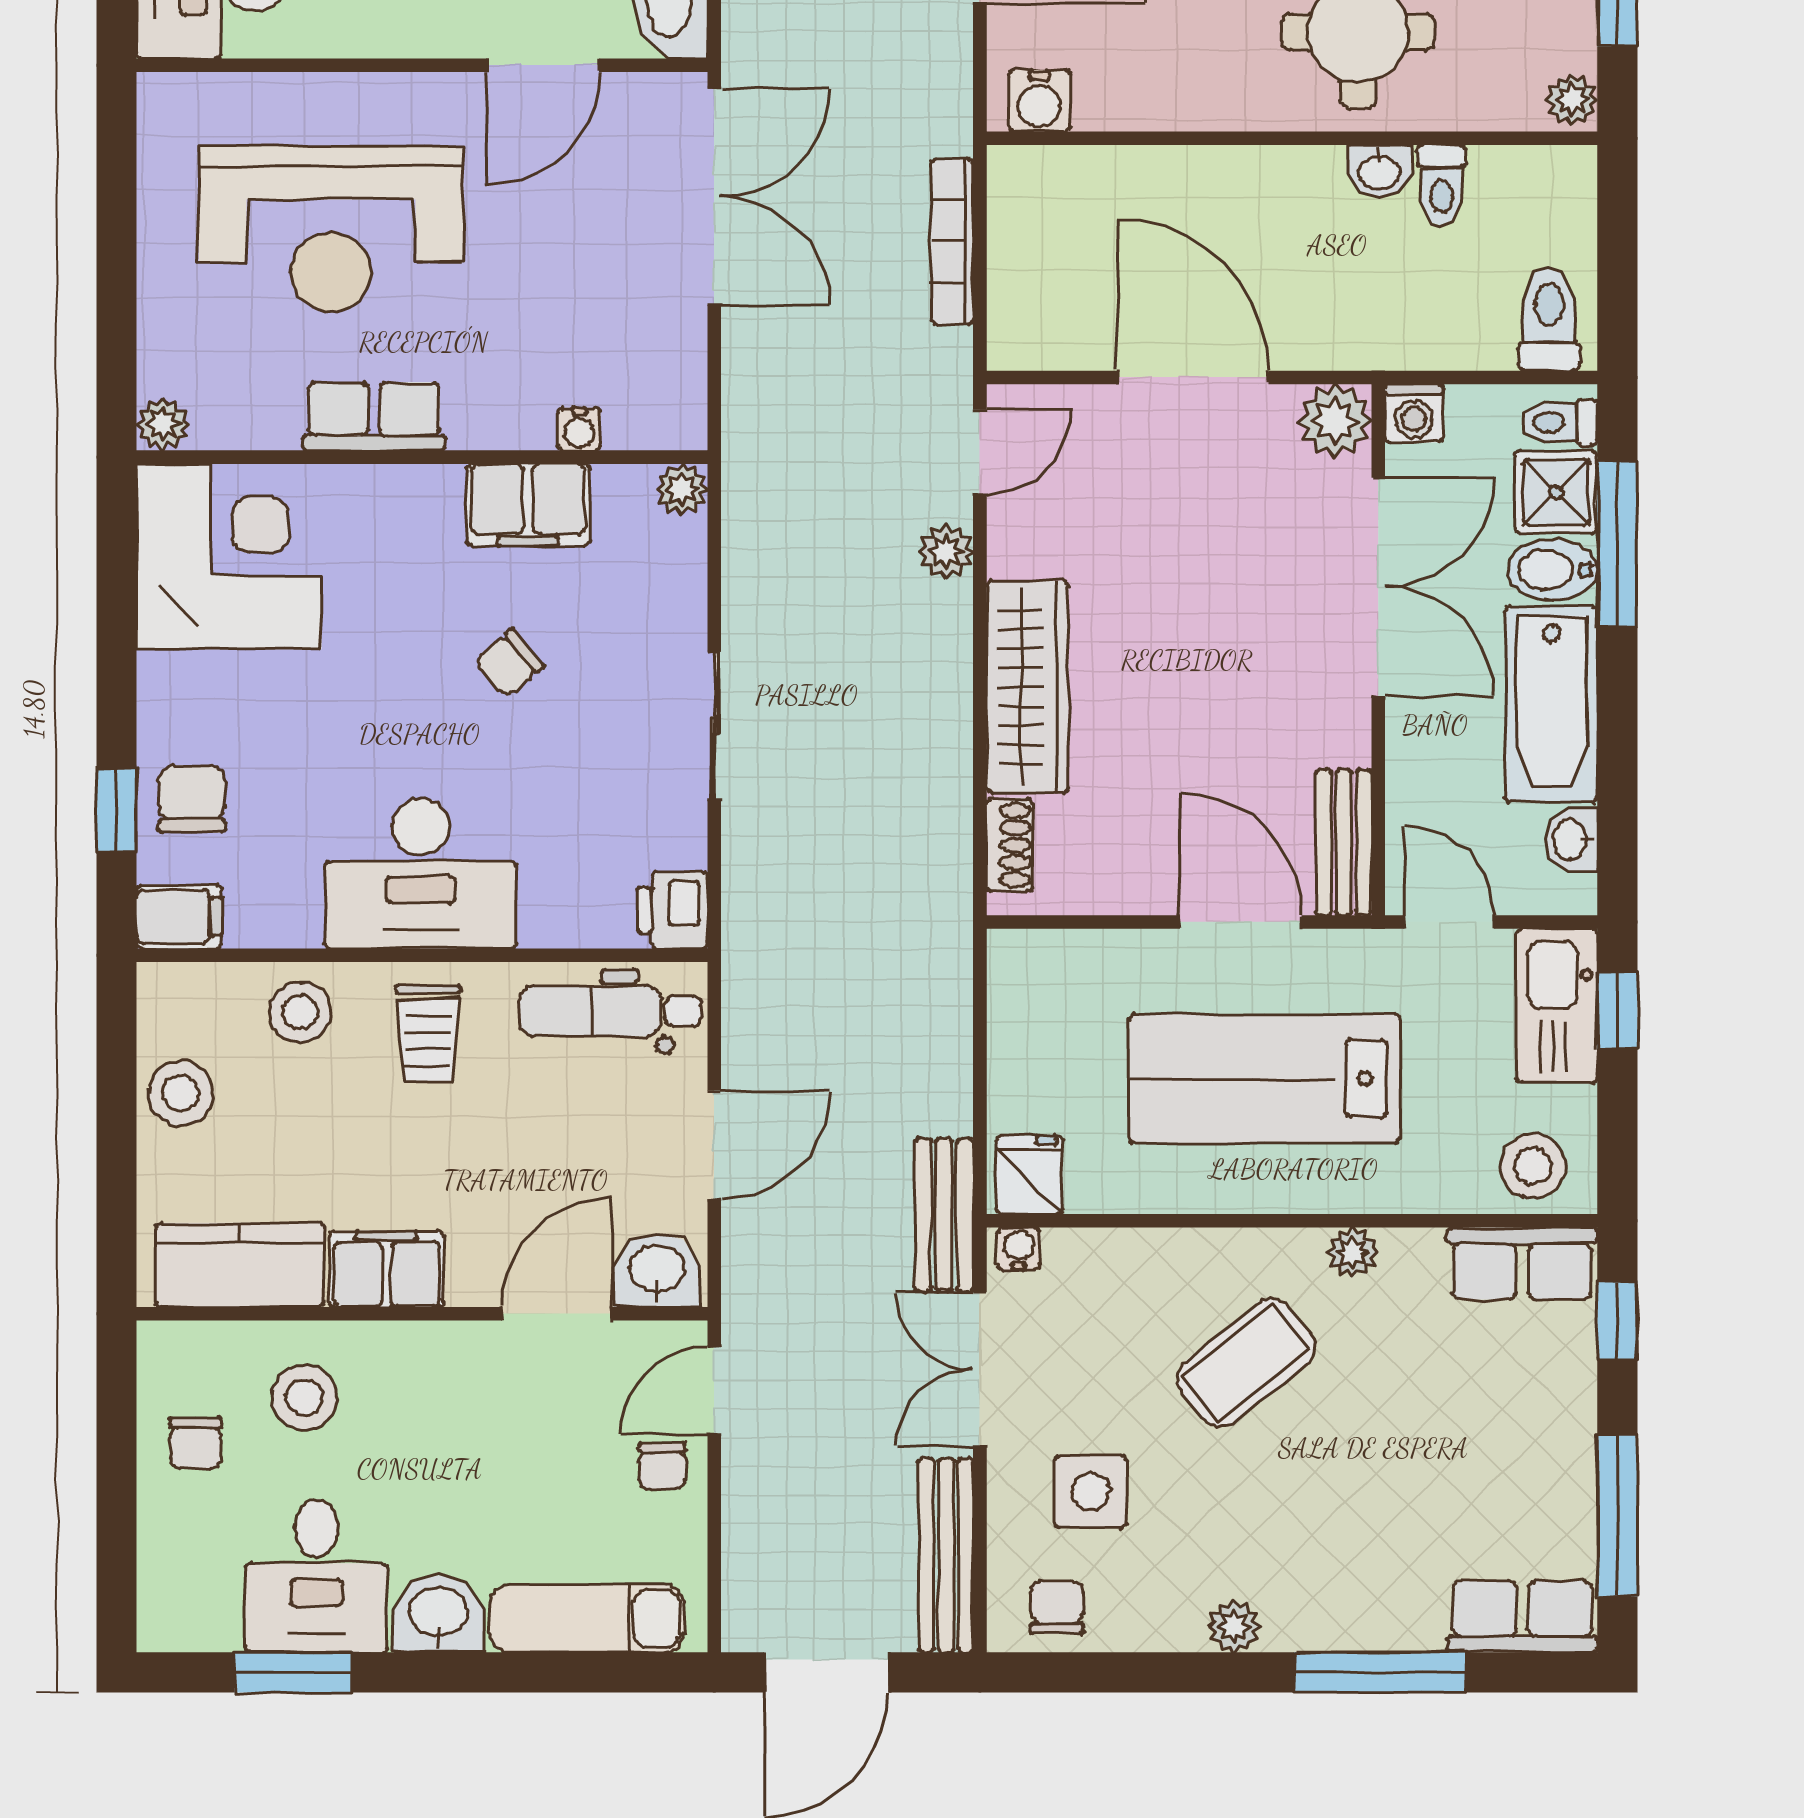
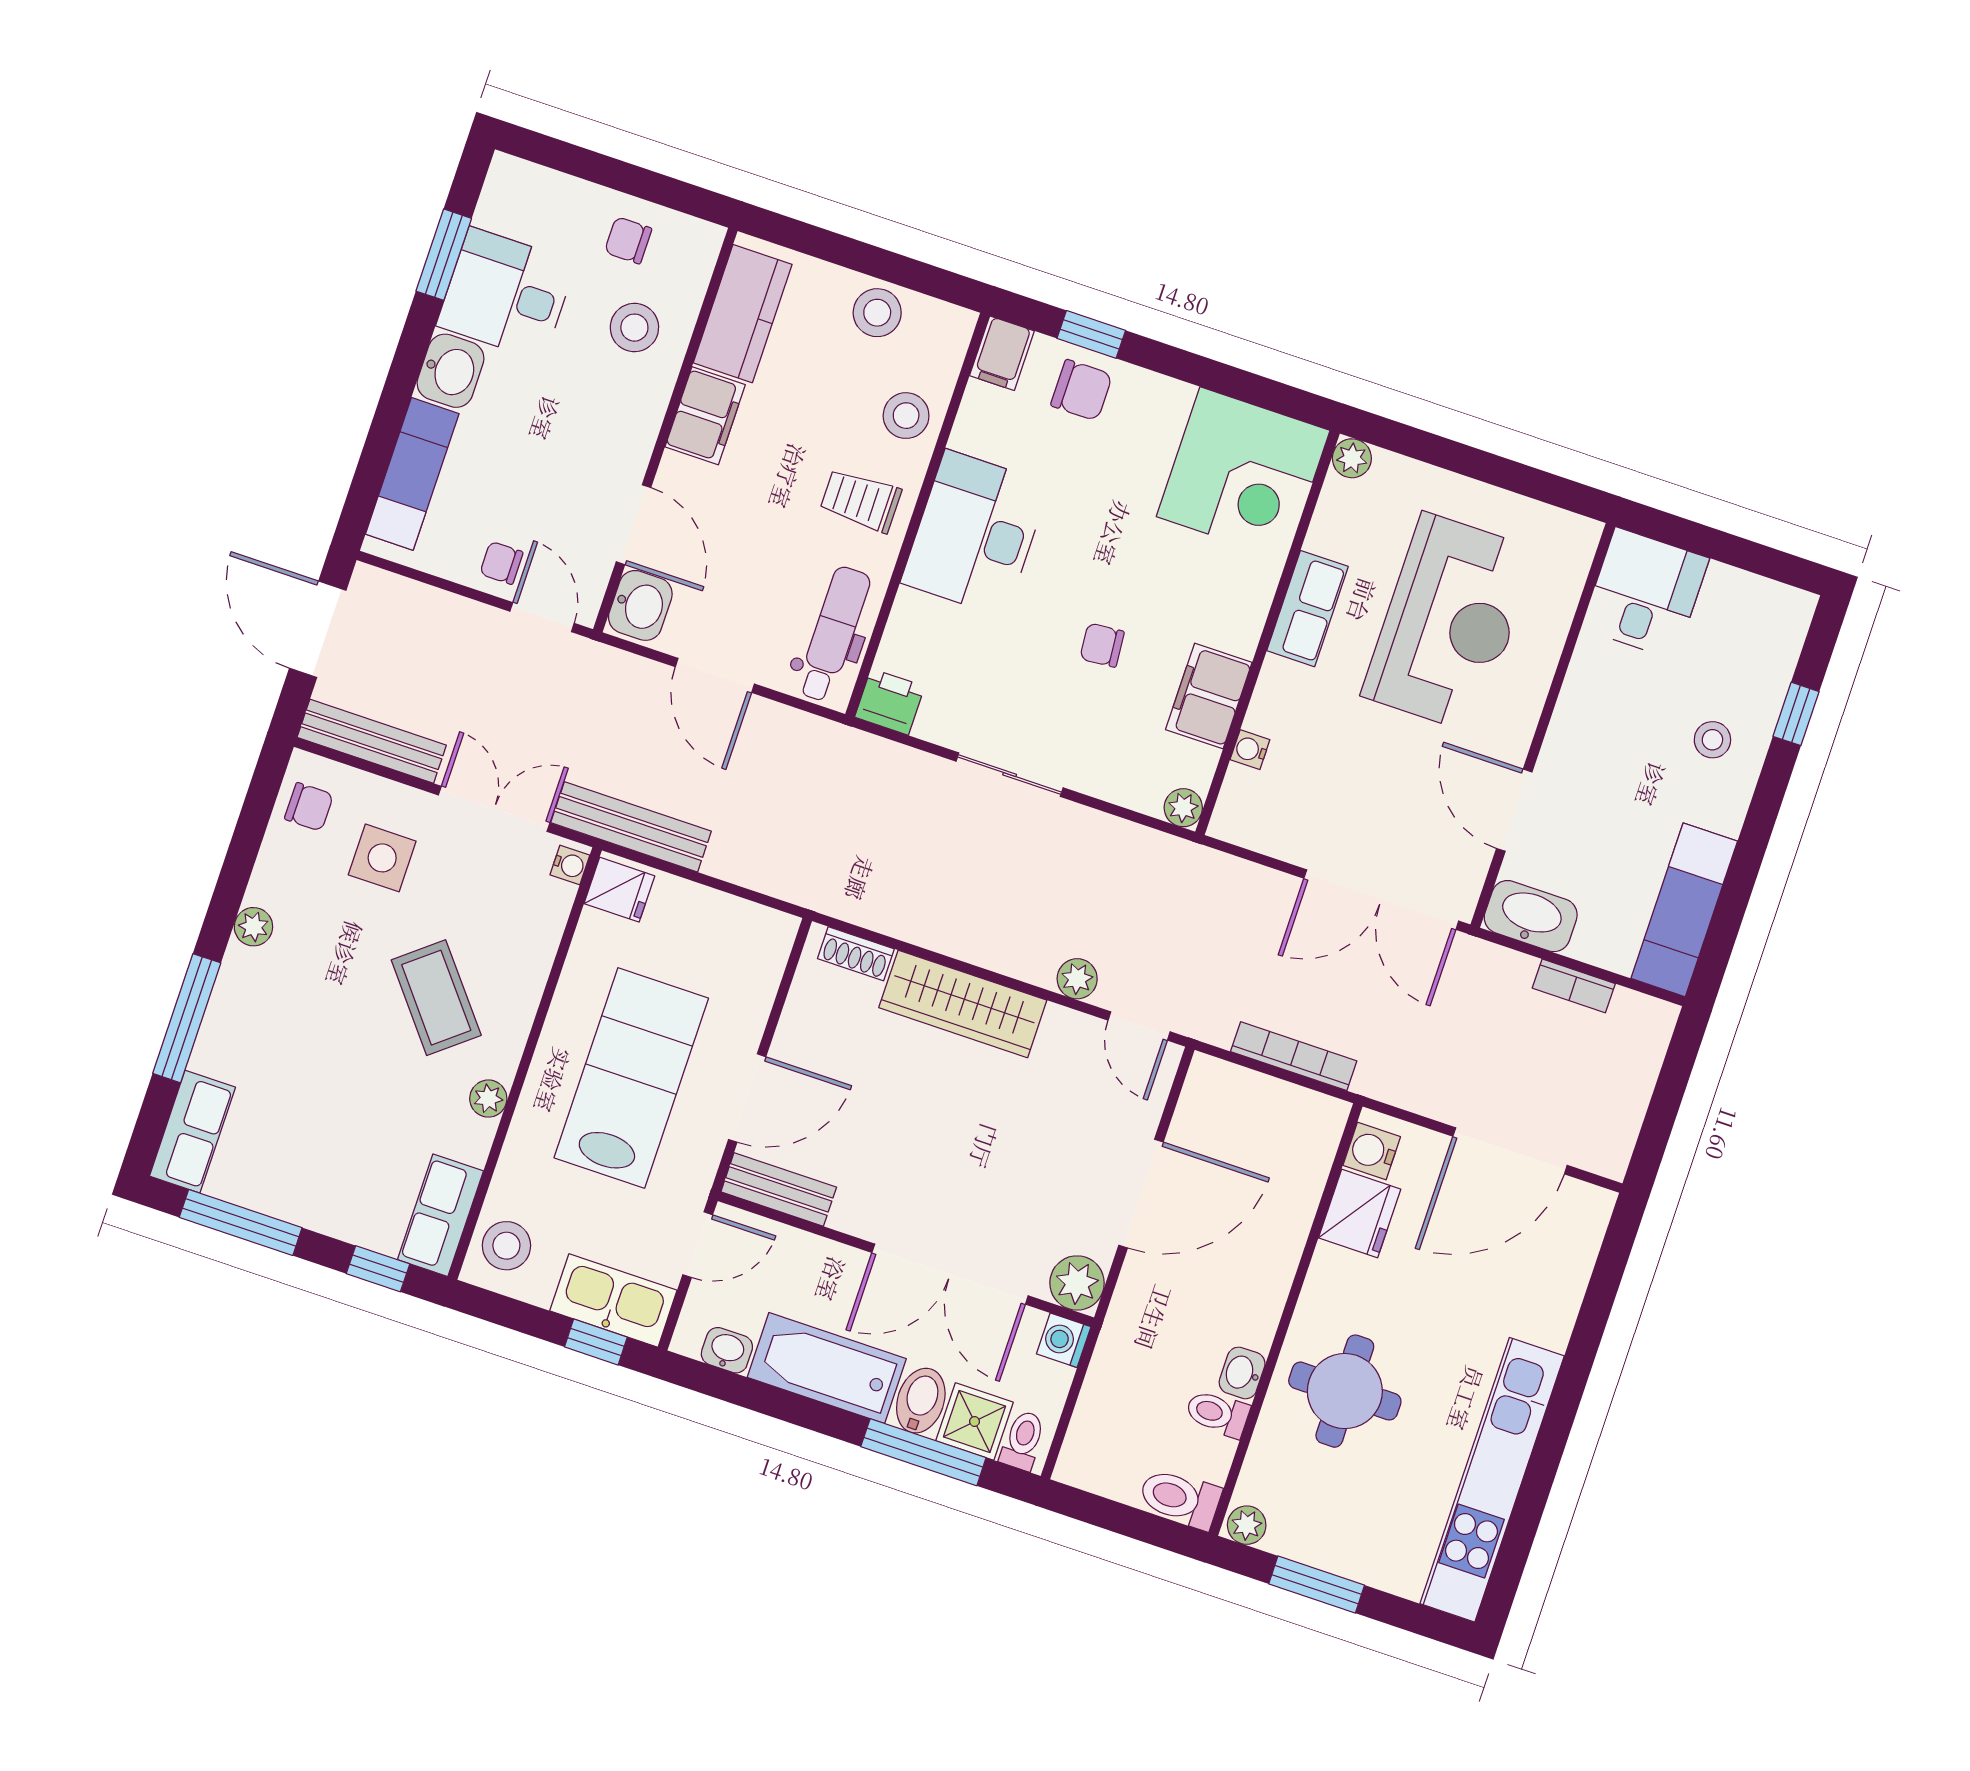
fridge: (1125, 90) -> (1360, 1213), added
reception desk: (331, 229) -> (1449, 623), turned 180
toilet: (1549, 319) -> (1180, 1498), moved, turned 180
chair: (509, 663) -> (1102, 645), turned -55
bench: (944, 1215) -> (631, 827), width x1.36

